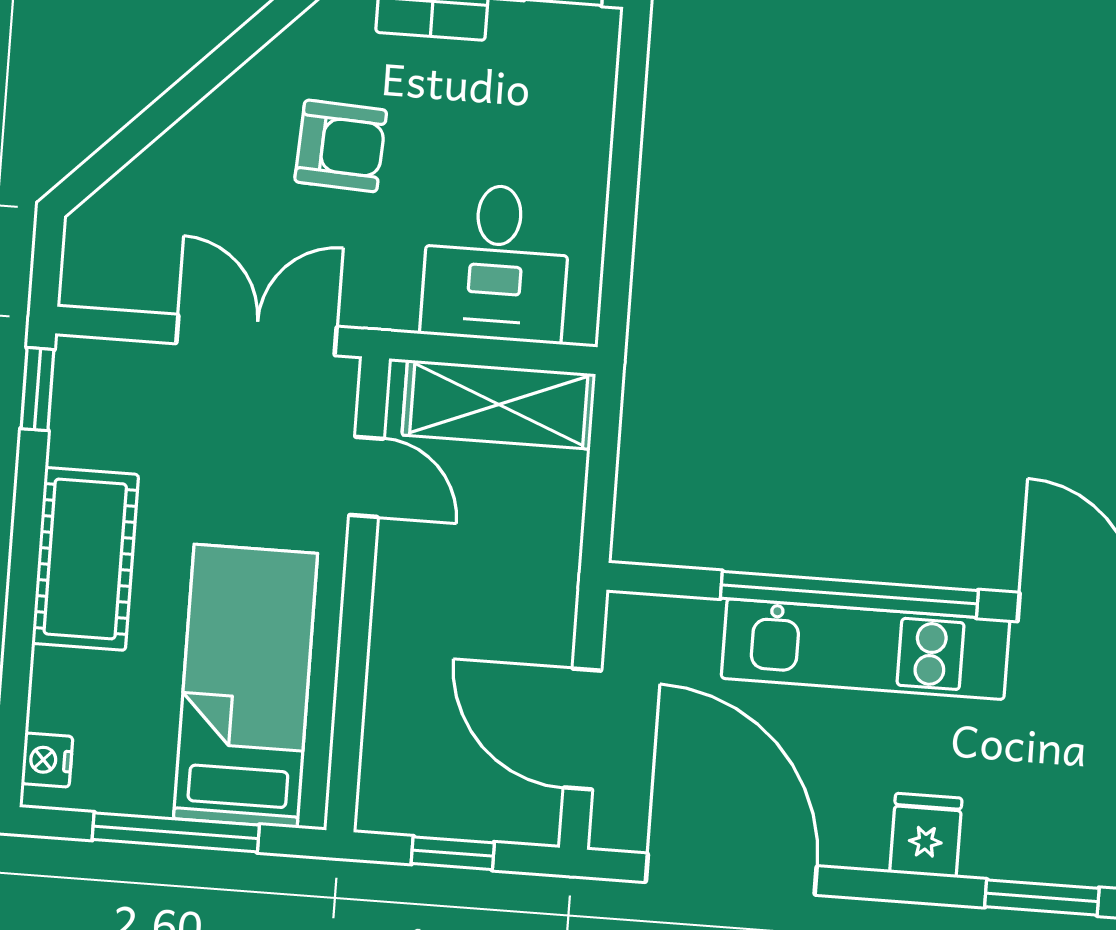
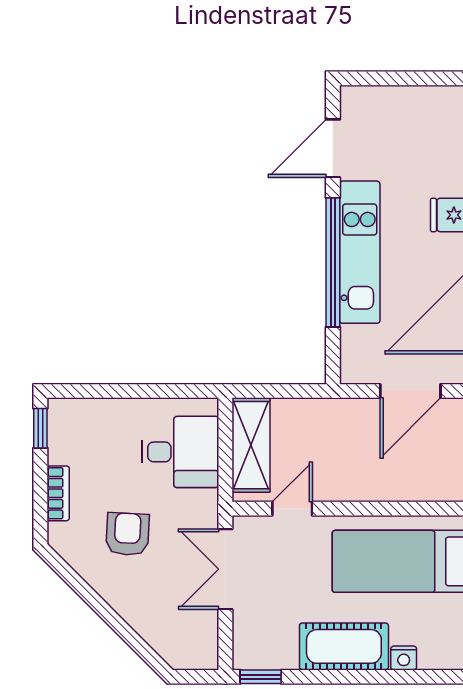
nightstand: (47, 760) -> (404, 658), moved

